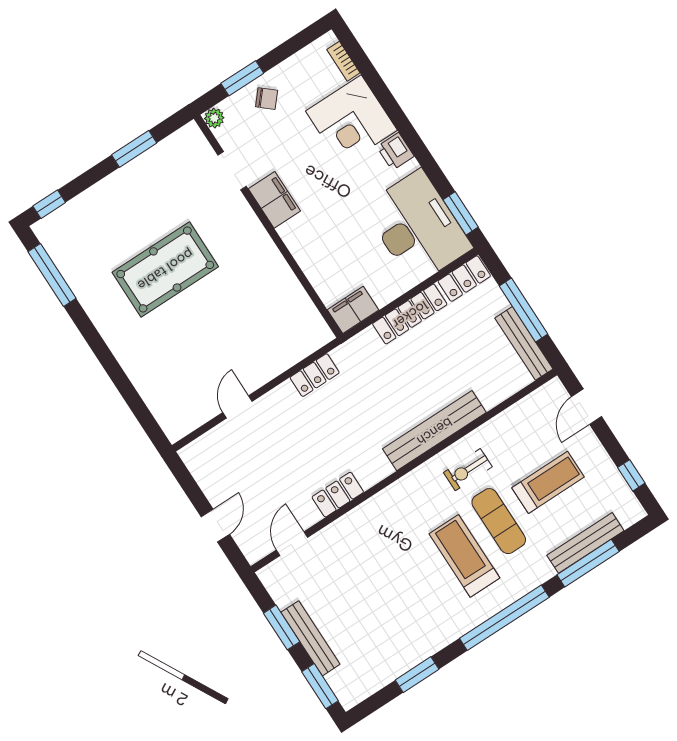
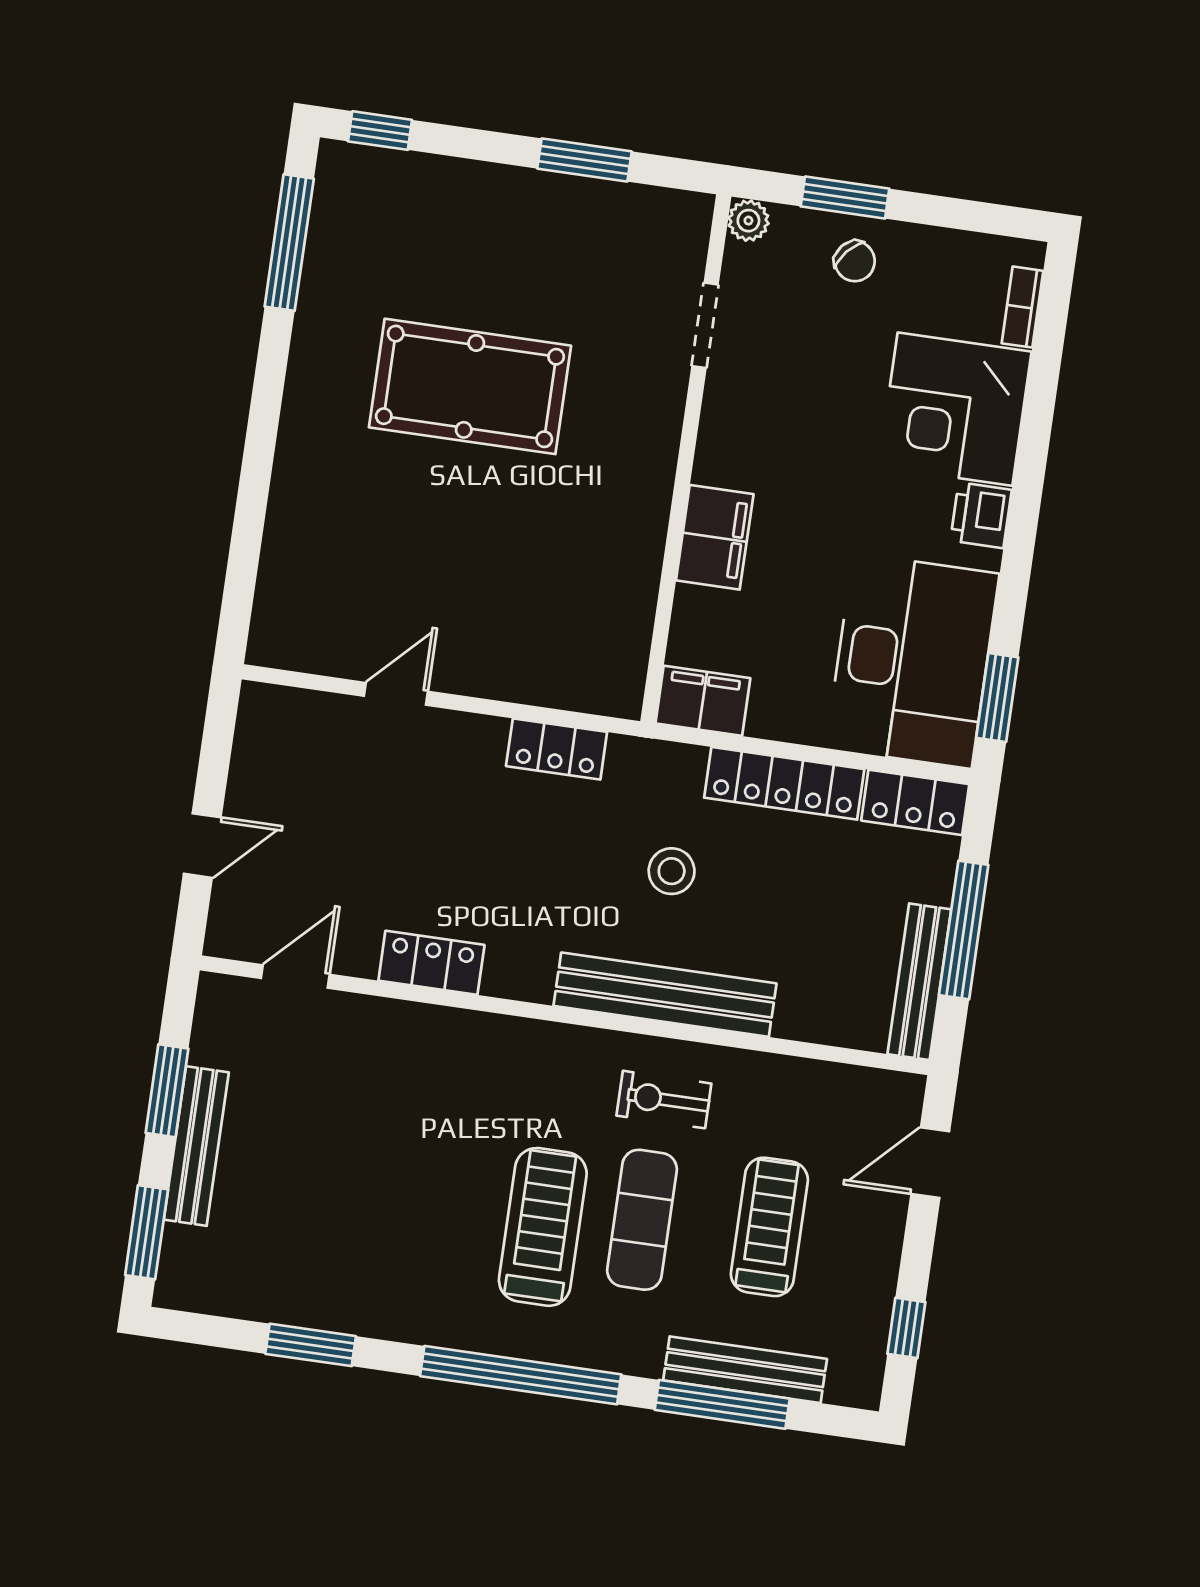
filing cabinet: (274, 200) -> (715, 537), moved
stool: (397, 383) -> (672, 871), added
treadmill: (548, 482) -> (769, 1227), turned -90

